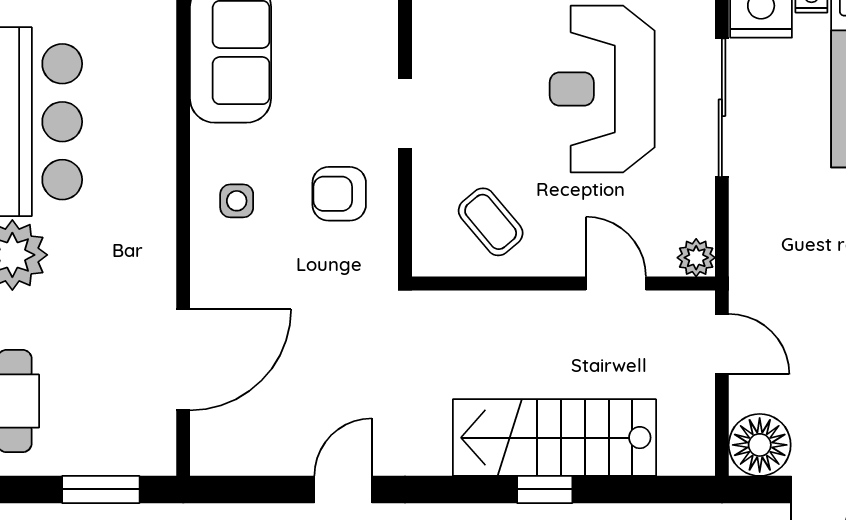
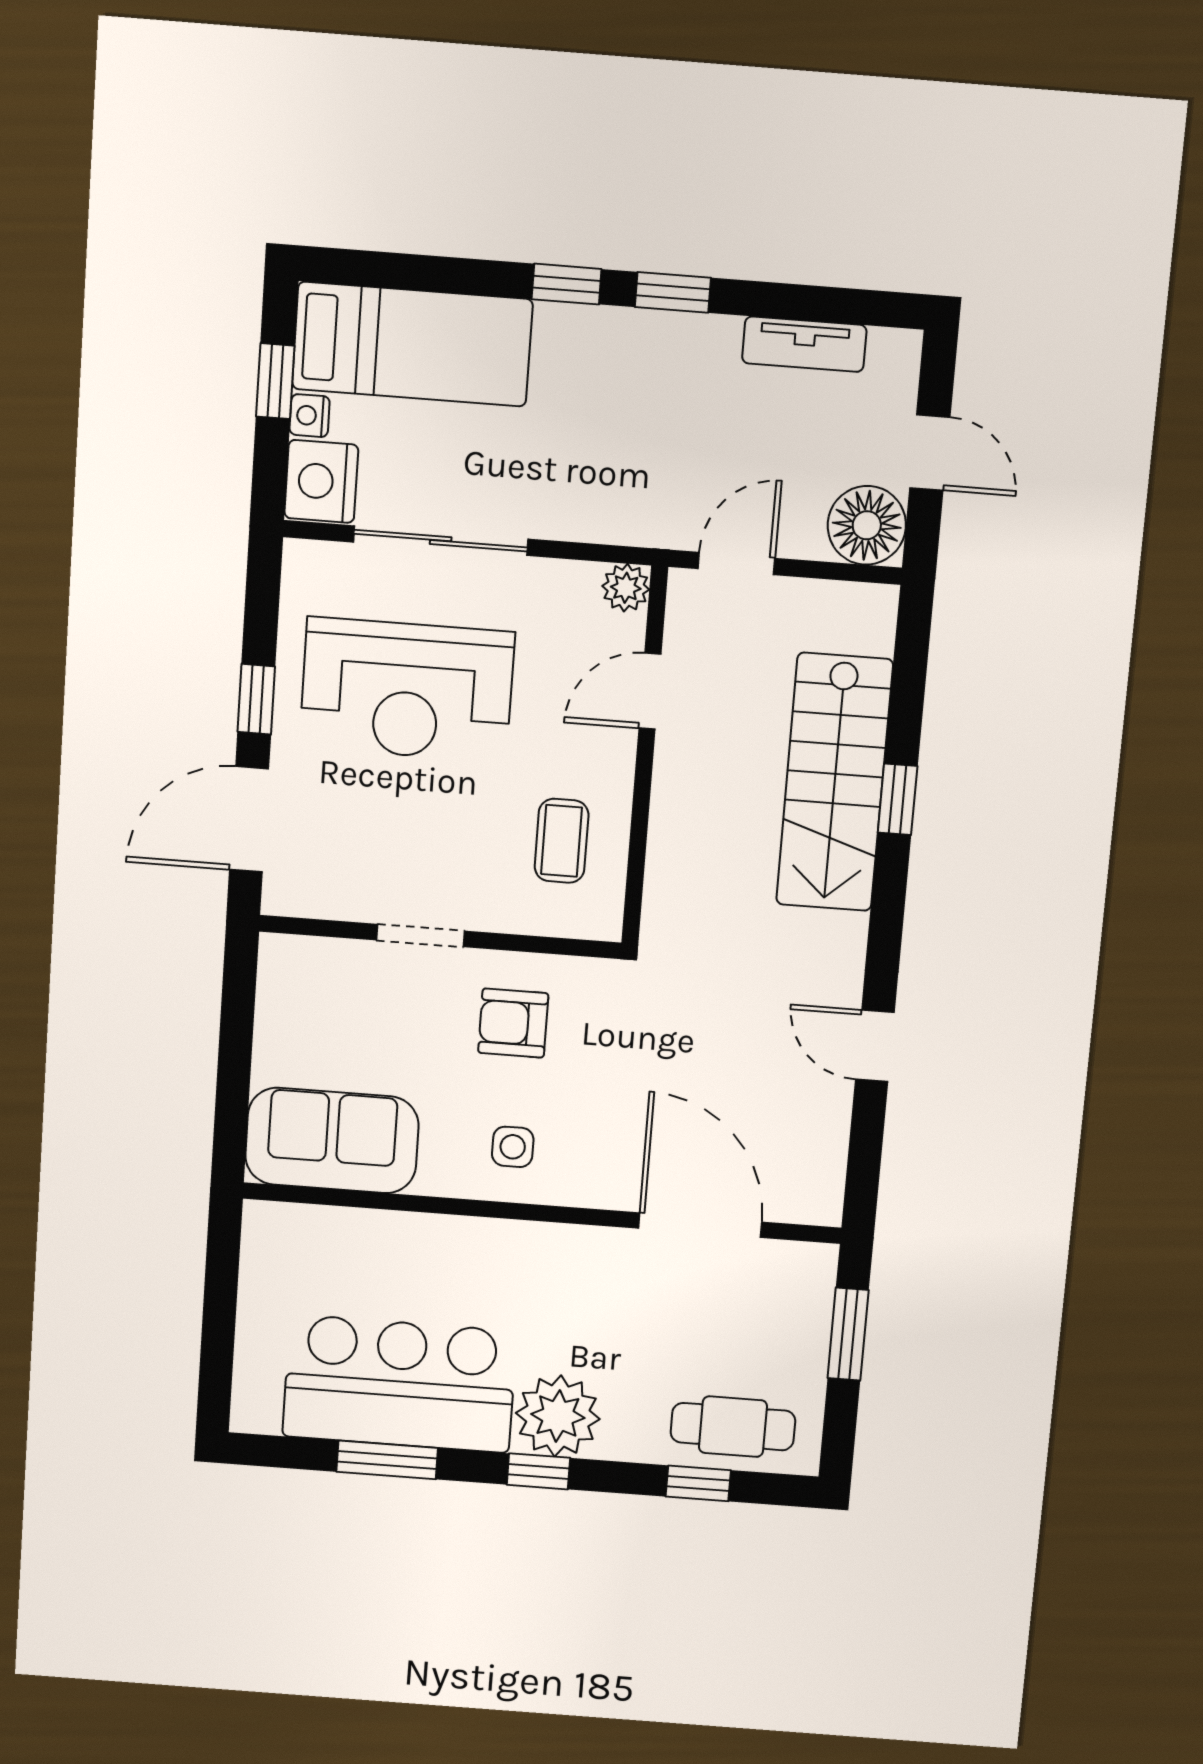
armchair: (339, 194) -> (513, 1023), turned 90
coffee table: (491, 222) -> (562, 841), turned -50

